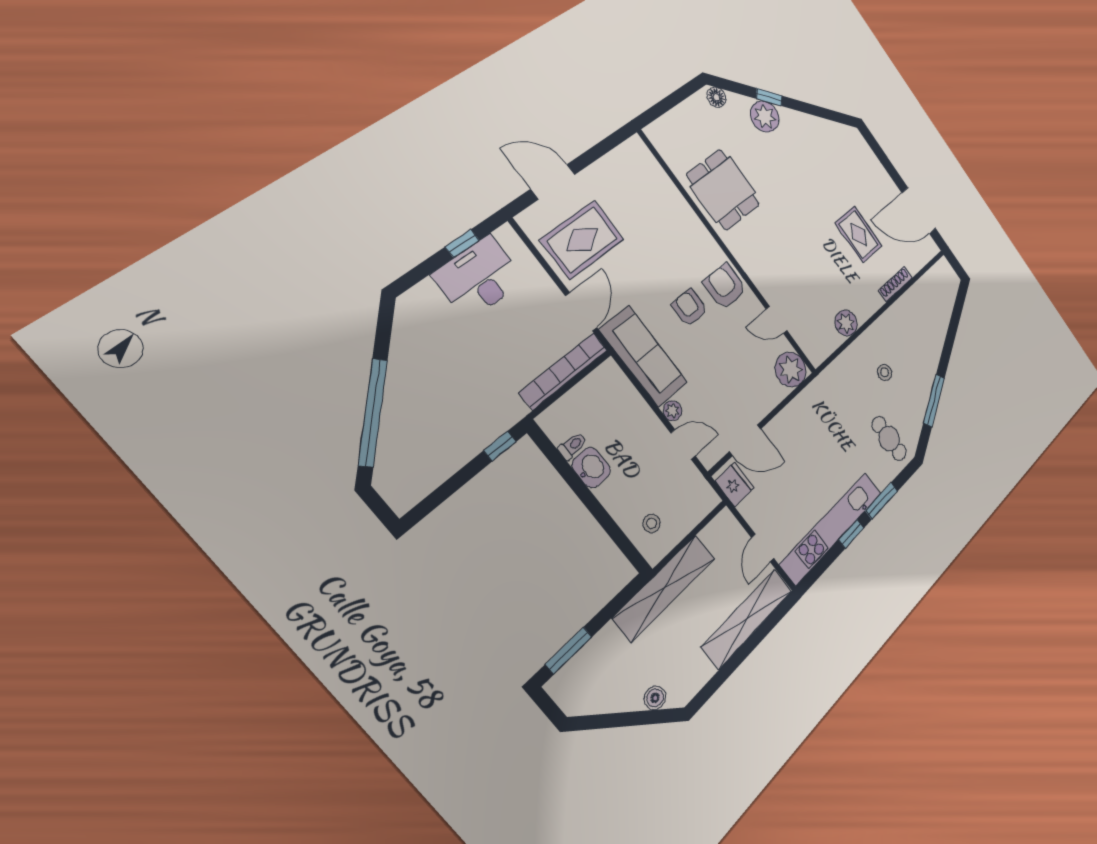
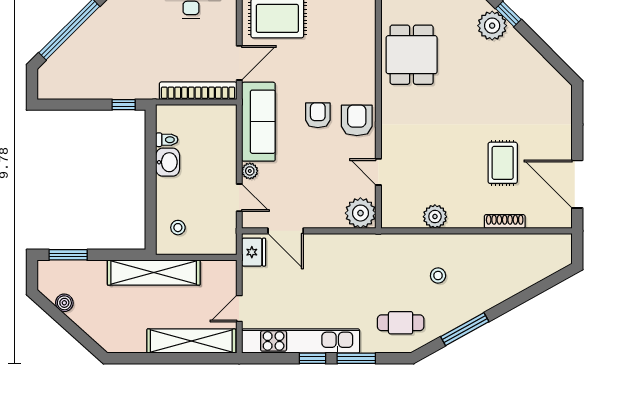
cafe table: (889, 438) -> (401, 323), turned 90
boiler: (655, 698) -> (64, 303), moved

